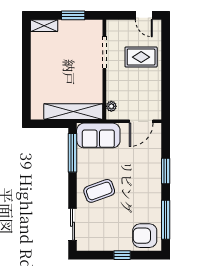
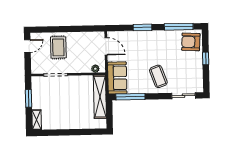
armchair: (145, 236) -> (191, 42), turned 93

